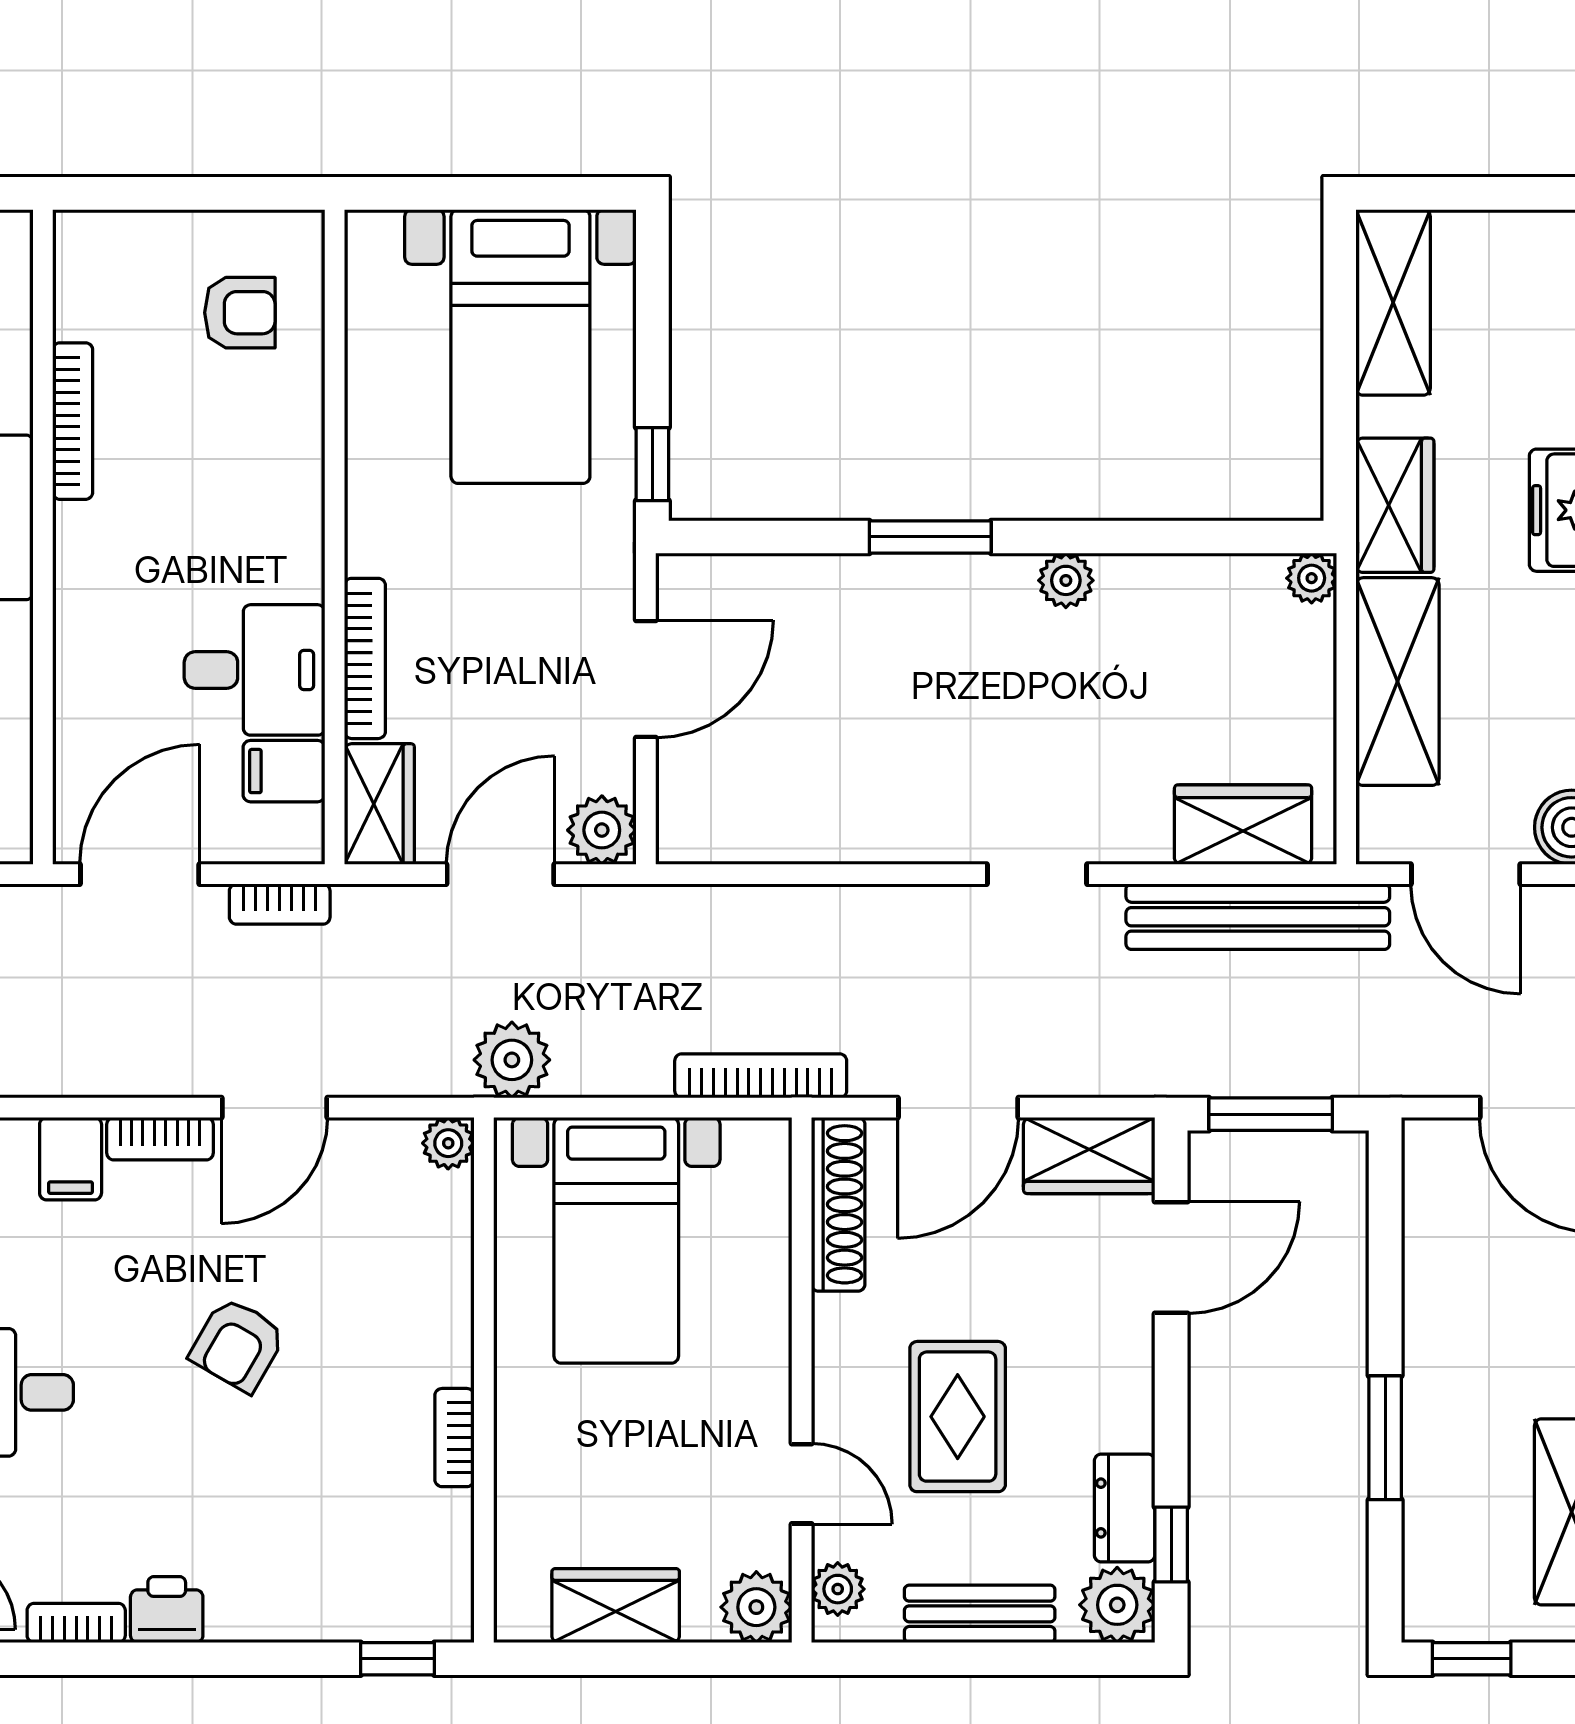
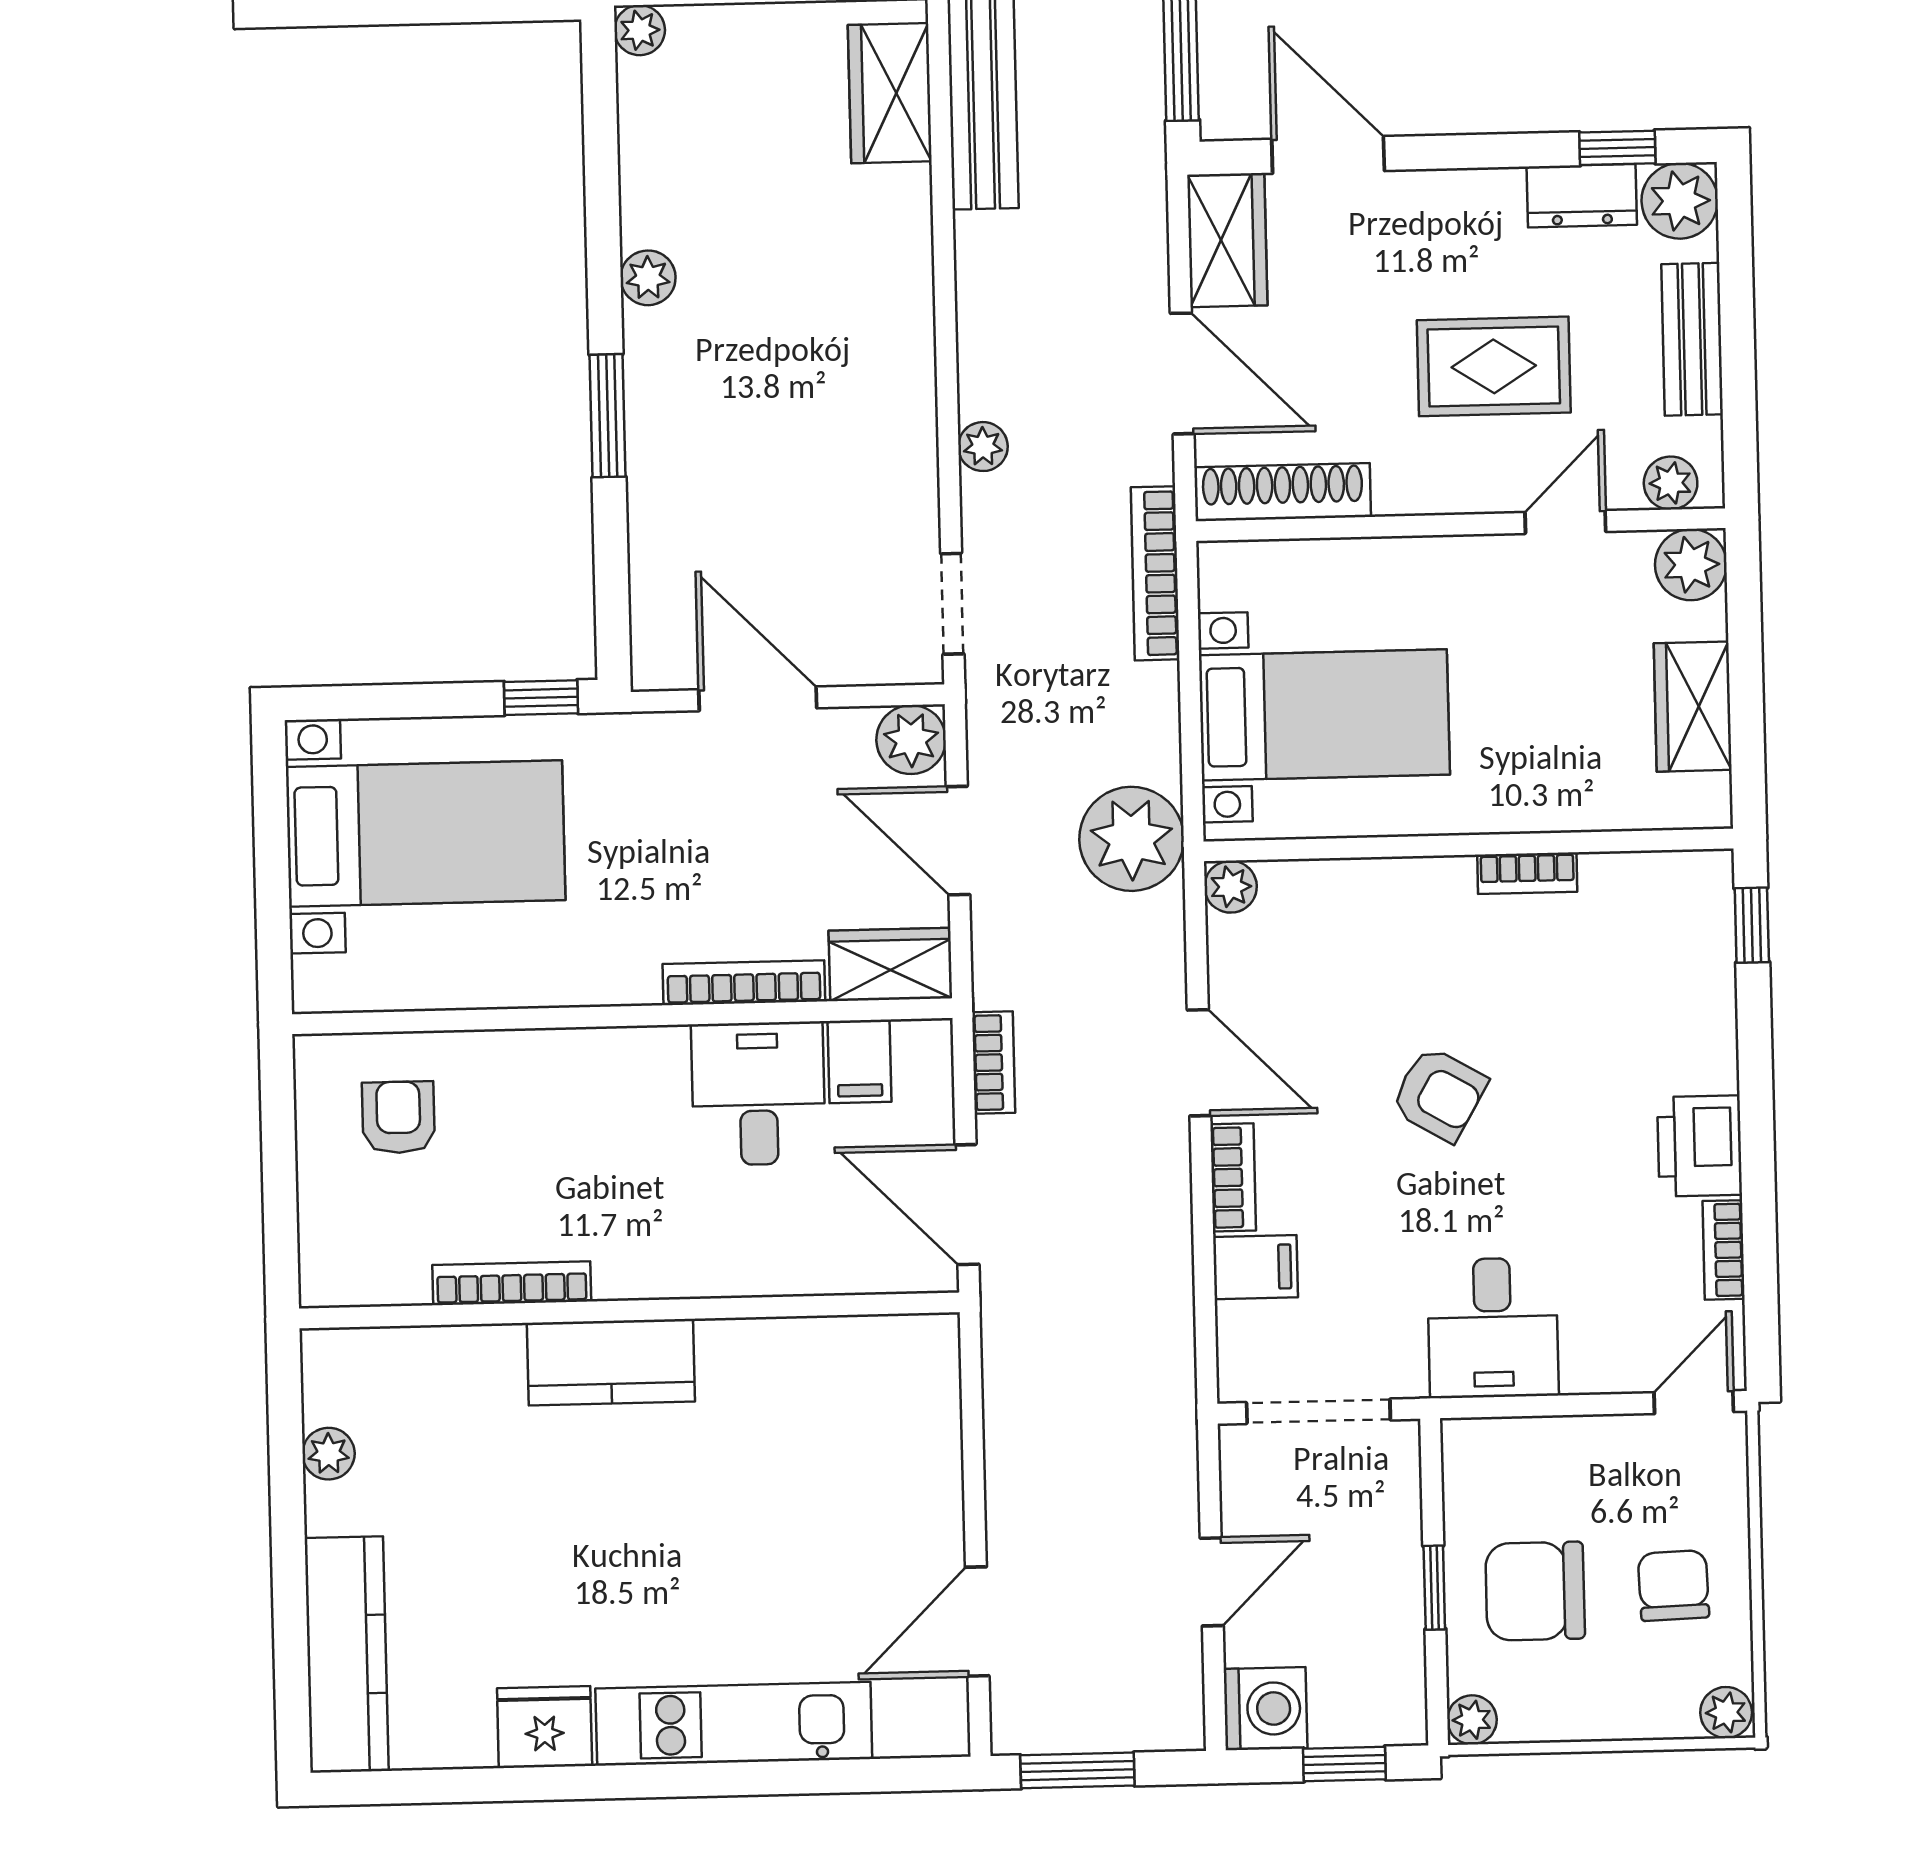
doorway: (1037, 874) -> (952, 604), moved
plant: (891, 908) -> (983, 447), added
plant: (512, 1060) -> (1132, 839), width x1.36, depth x1.36
printer: (167, 1610) -> (1700, 1146), width x1.36, depth x1.24

